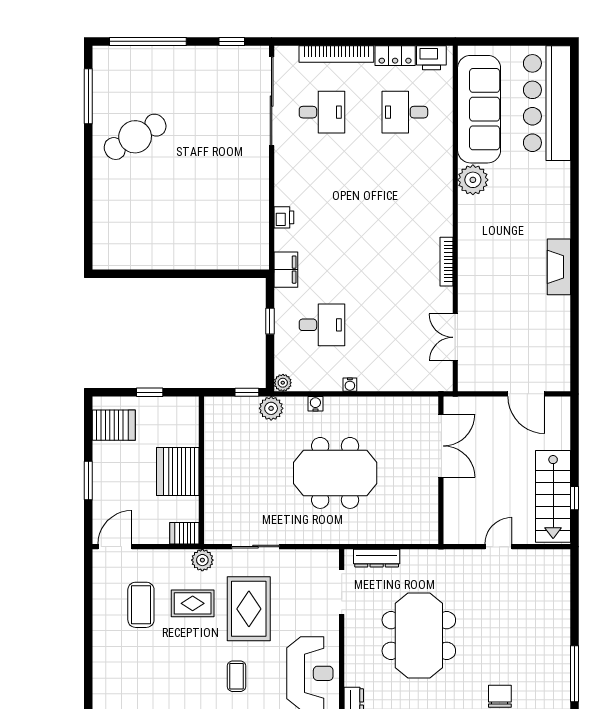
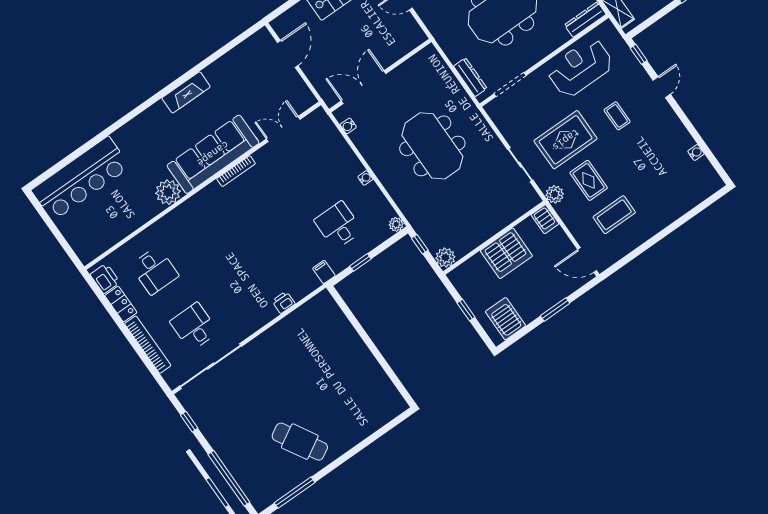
sofa: (479, 109) -> (213, 154), moved
filing cabinet: (286, 270) -> (324, 272), width x0.50
double door: (455, 337) -> (283, 129), swing flipped
water cooler: (315, 404) -> (348, 126), moved
plant: (271, 408) -> (445, 258), moved
coffee table: (237, 676) -> (617, 116), turned 90

